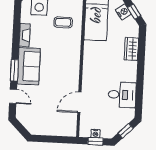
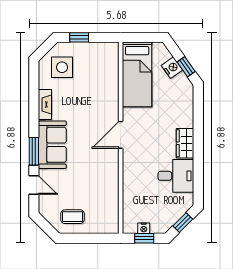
coffee table: (63, 22) -> (73, 217), moved
wardrobe: (131, 49) -> (185, 143), moved
door: (79, 102) -> (121, 135), moved

